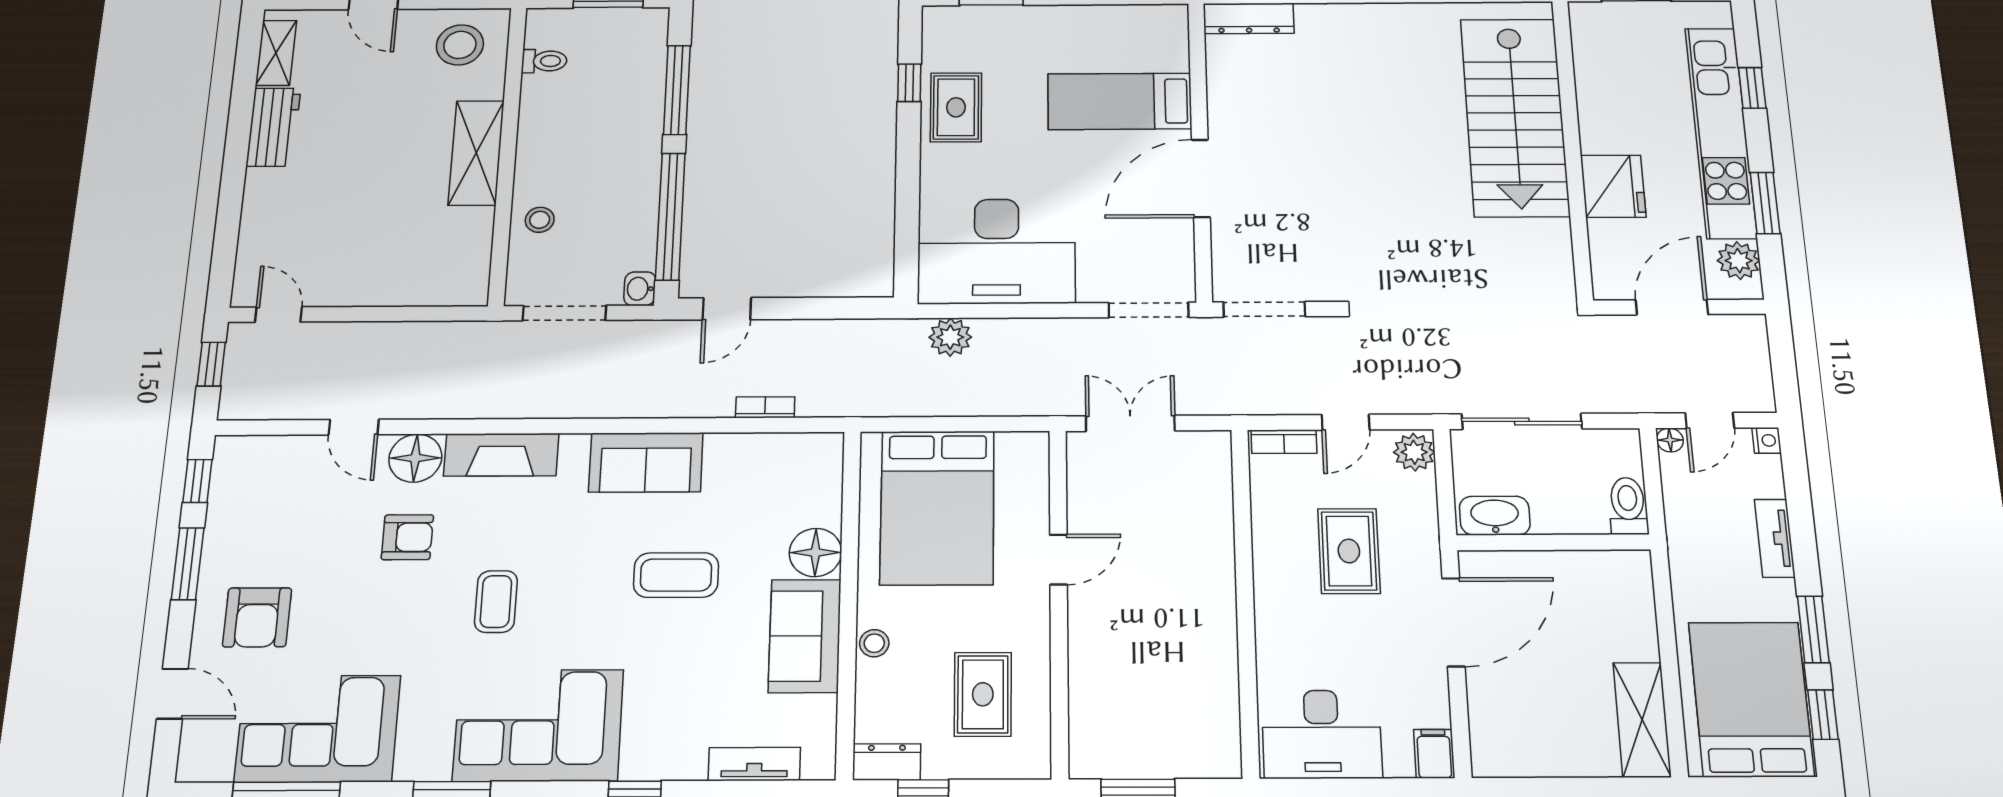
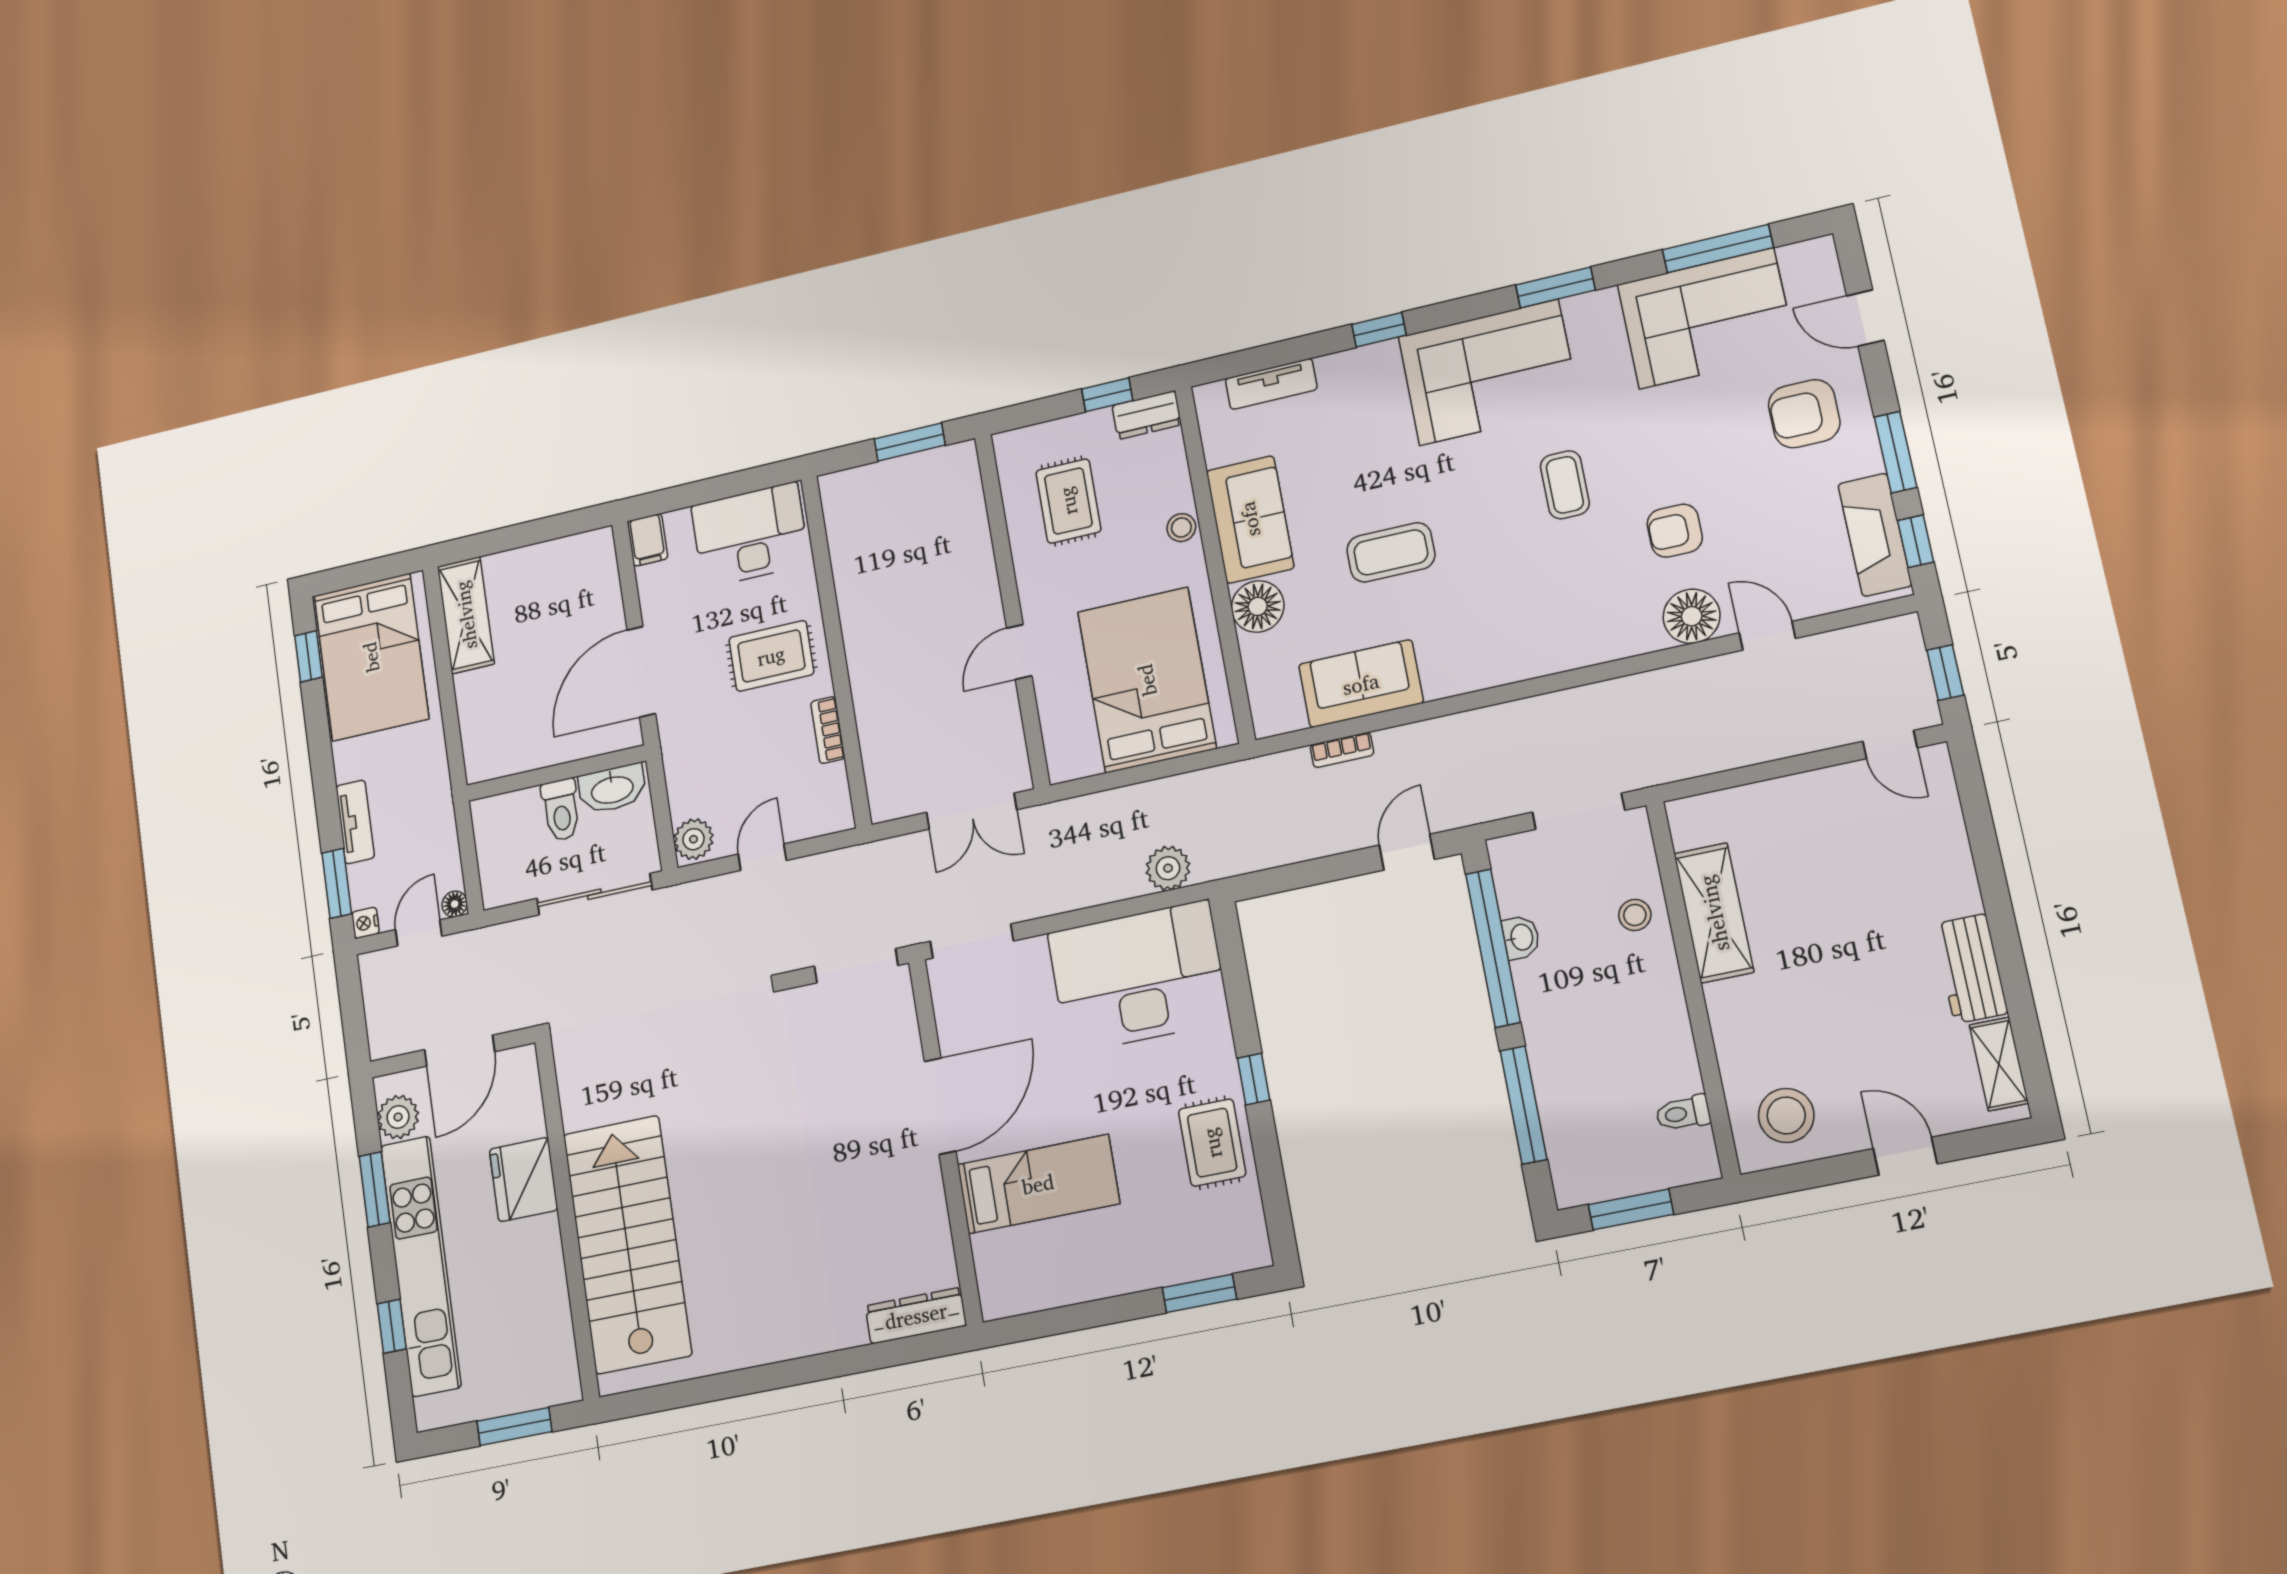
window: (909, 83) -> (1254, 1079), moved
shelving: (476, 153) -> (1714, 913), moved
washbasin: (640, 289) -> (1521, 937), moved
bookcase: (1284, 442) -> (828, 730), moved, turned -90
fireplace: (501, 455) -> (1875, 535), moved, turned -90
sofa: (646, 462) -> (1361, 684), moved
toilet: (1628, 506) -> (561, 810), moved
rug: (1349, 551) -> (771, 656), moved, turned 90
armchair: (257, 617) -> (1804, 414), turned -90
window: (1813, 629) -> (337, 883), moved

